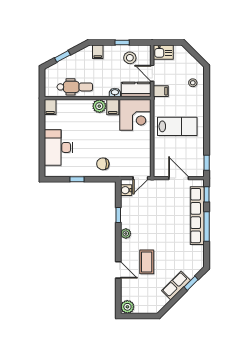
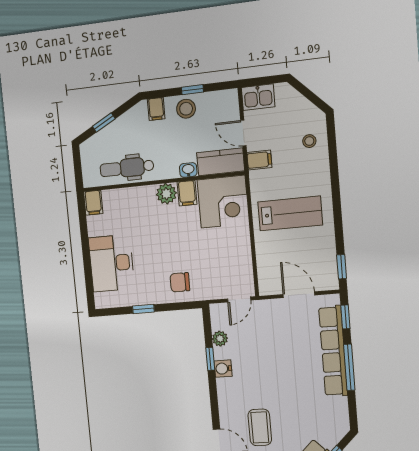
stool: (130, 58) -> (186, 109), moved
dental chair: (75, 87) -> (127, 168), turned 180
water cooler: (126, 190) -> (223, 369), moved
plant: (126, 233) -> (220, 339), moved

